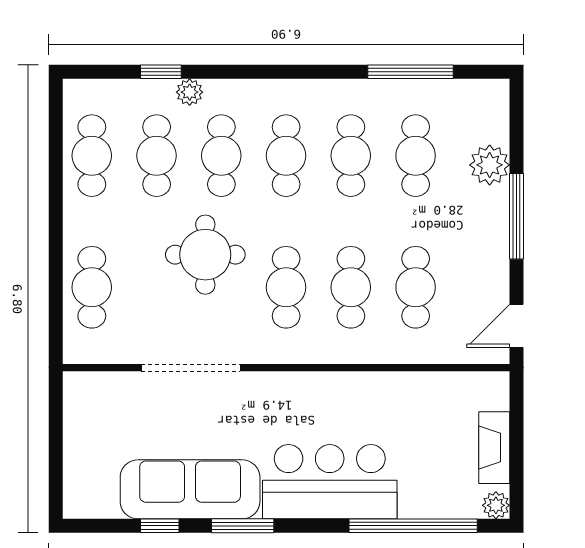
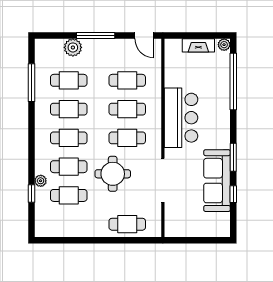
cafe table: (92, 156) -> (69, 224), removed
bar counter: (330, 482) -> (181, 118), moved, turned 180

